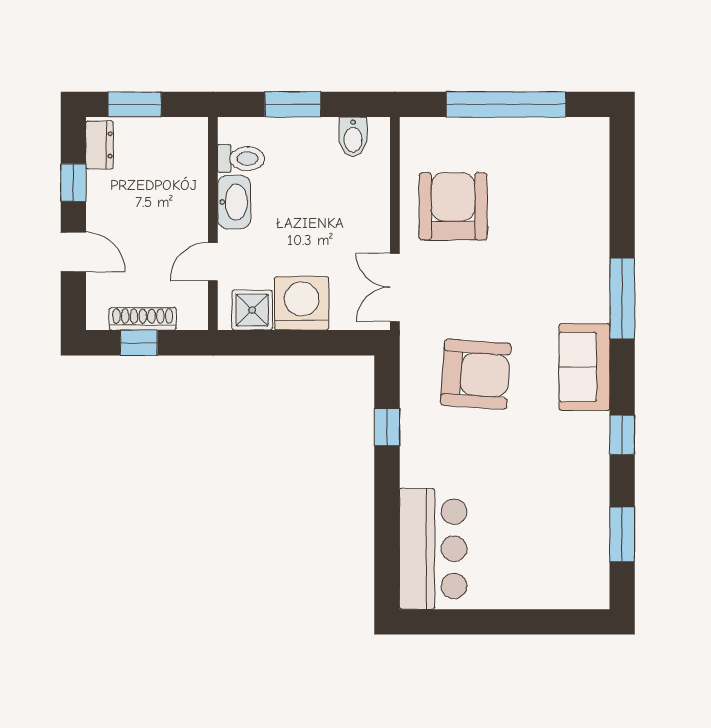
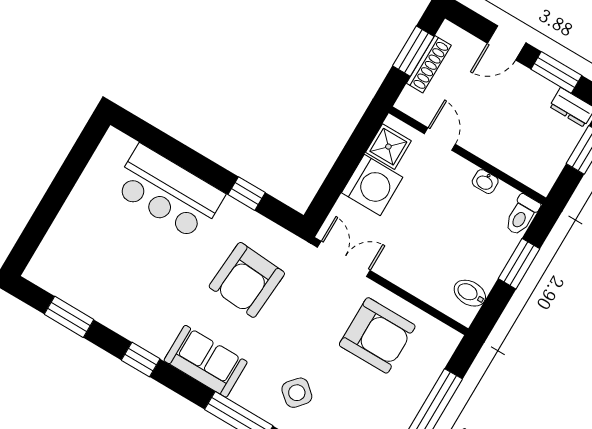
toilet: (241, 159) -> (522, 215), moved
window: (73, 183) -> (556, 72), width x1.50
washbasin: (234, 202) -> (485, 182), width x0.52, depth x0.69
side table: (561, 254) -> (297, 393), added
window: (139, 343) -> (413, 51), width x1.50
bar counter: (433, 549) -> (169, 192), moved

